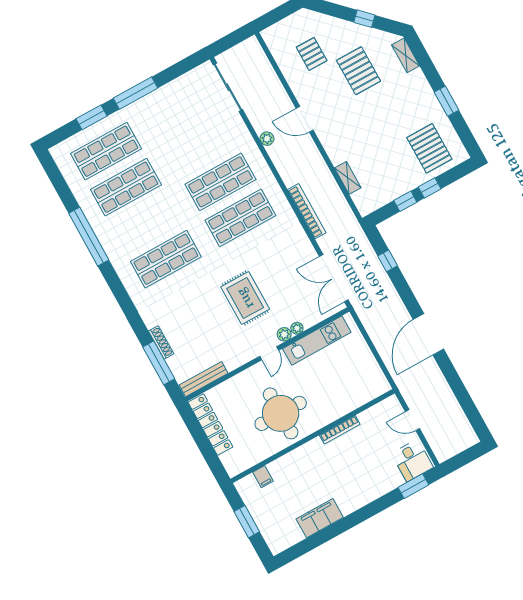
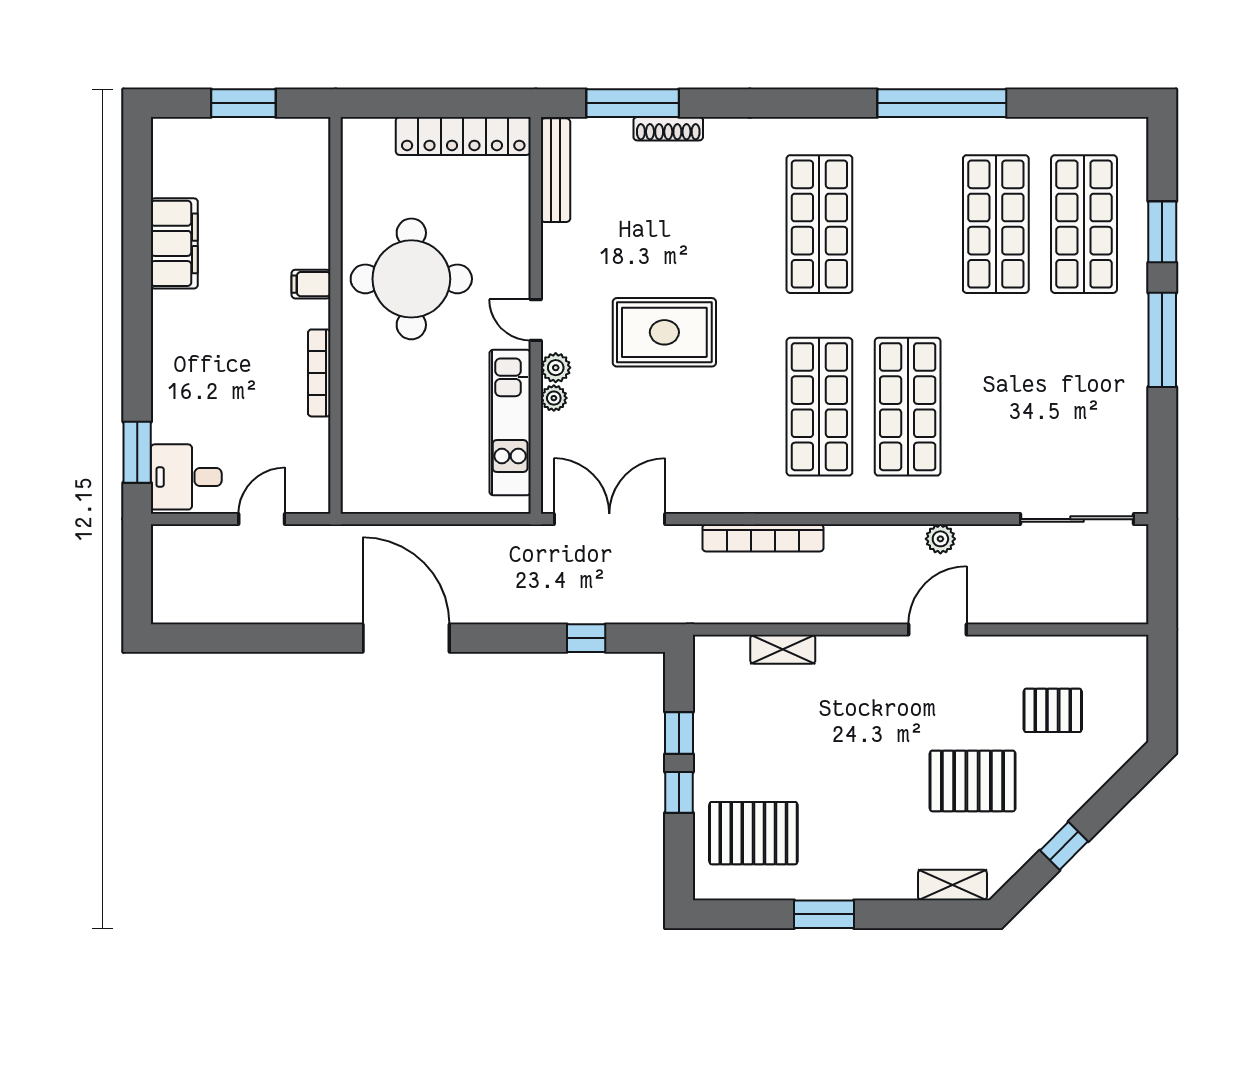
filing cabinet: (263, 477) -> (311, 284), moved

